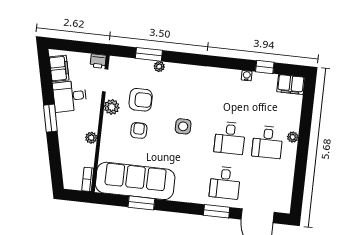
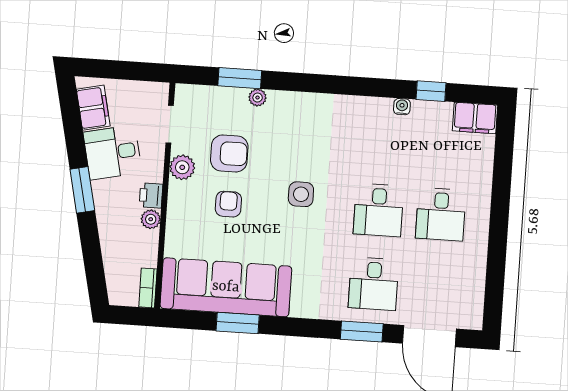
printer: (98, 61) -> (151, 195), moved, turned 90
plant: (293, 137) -> (482, 204), removed

